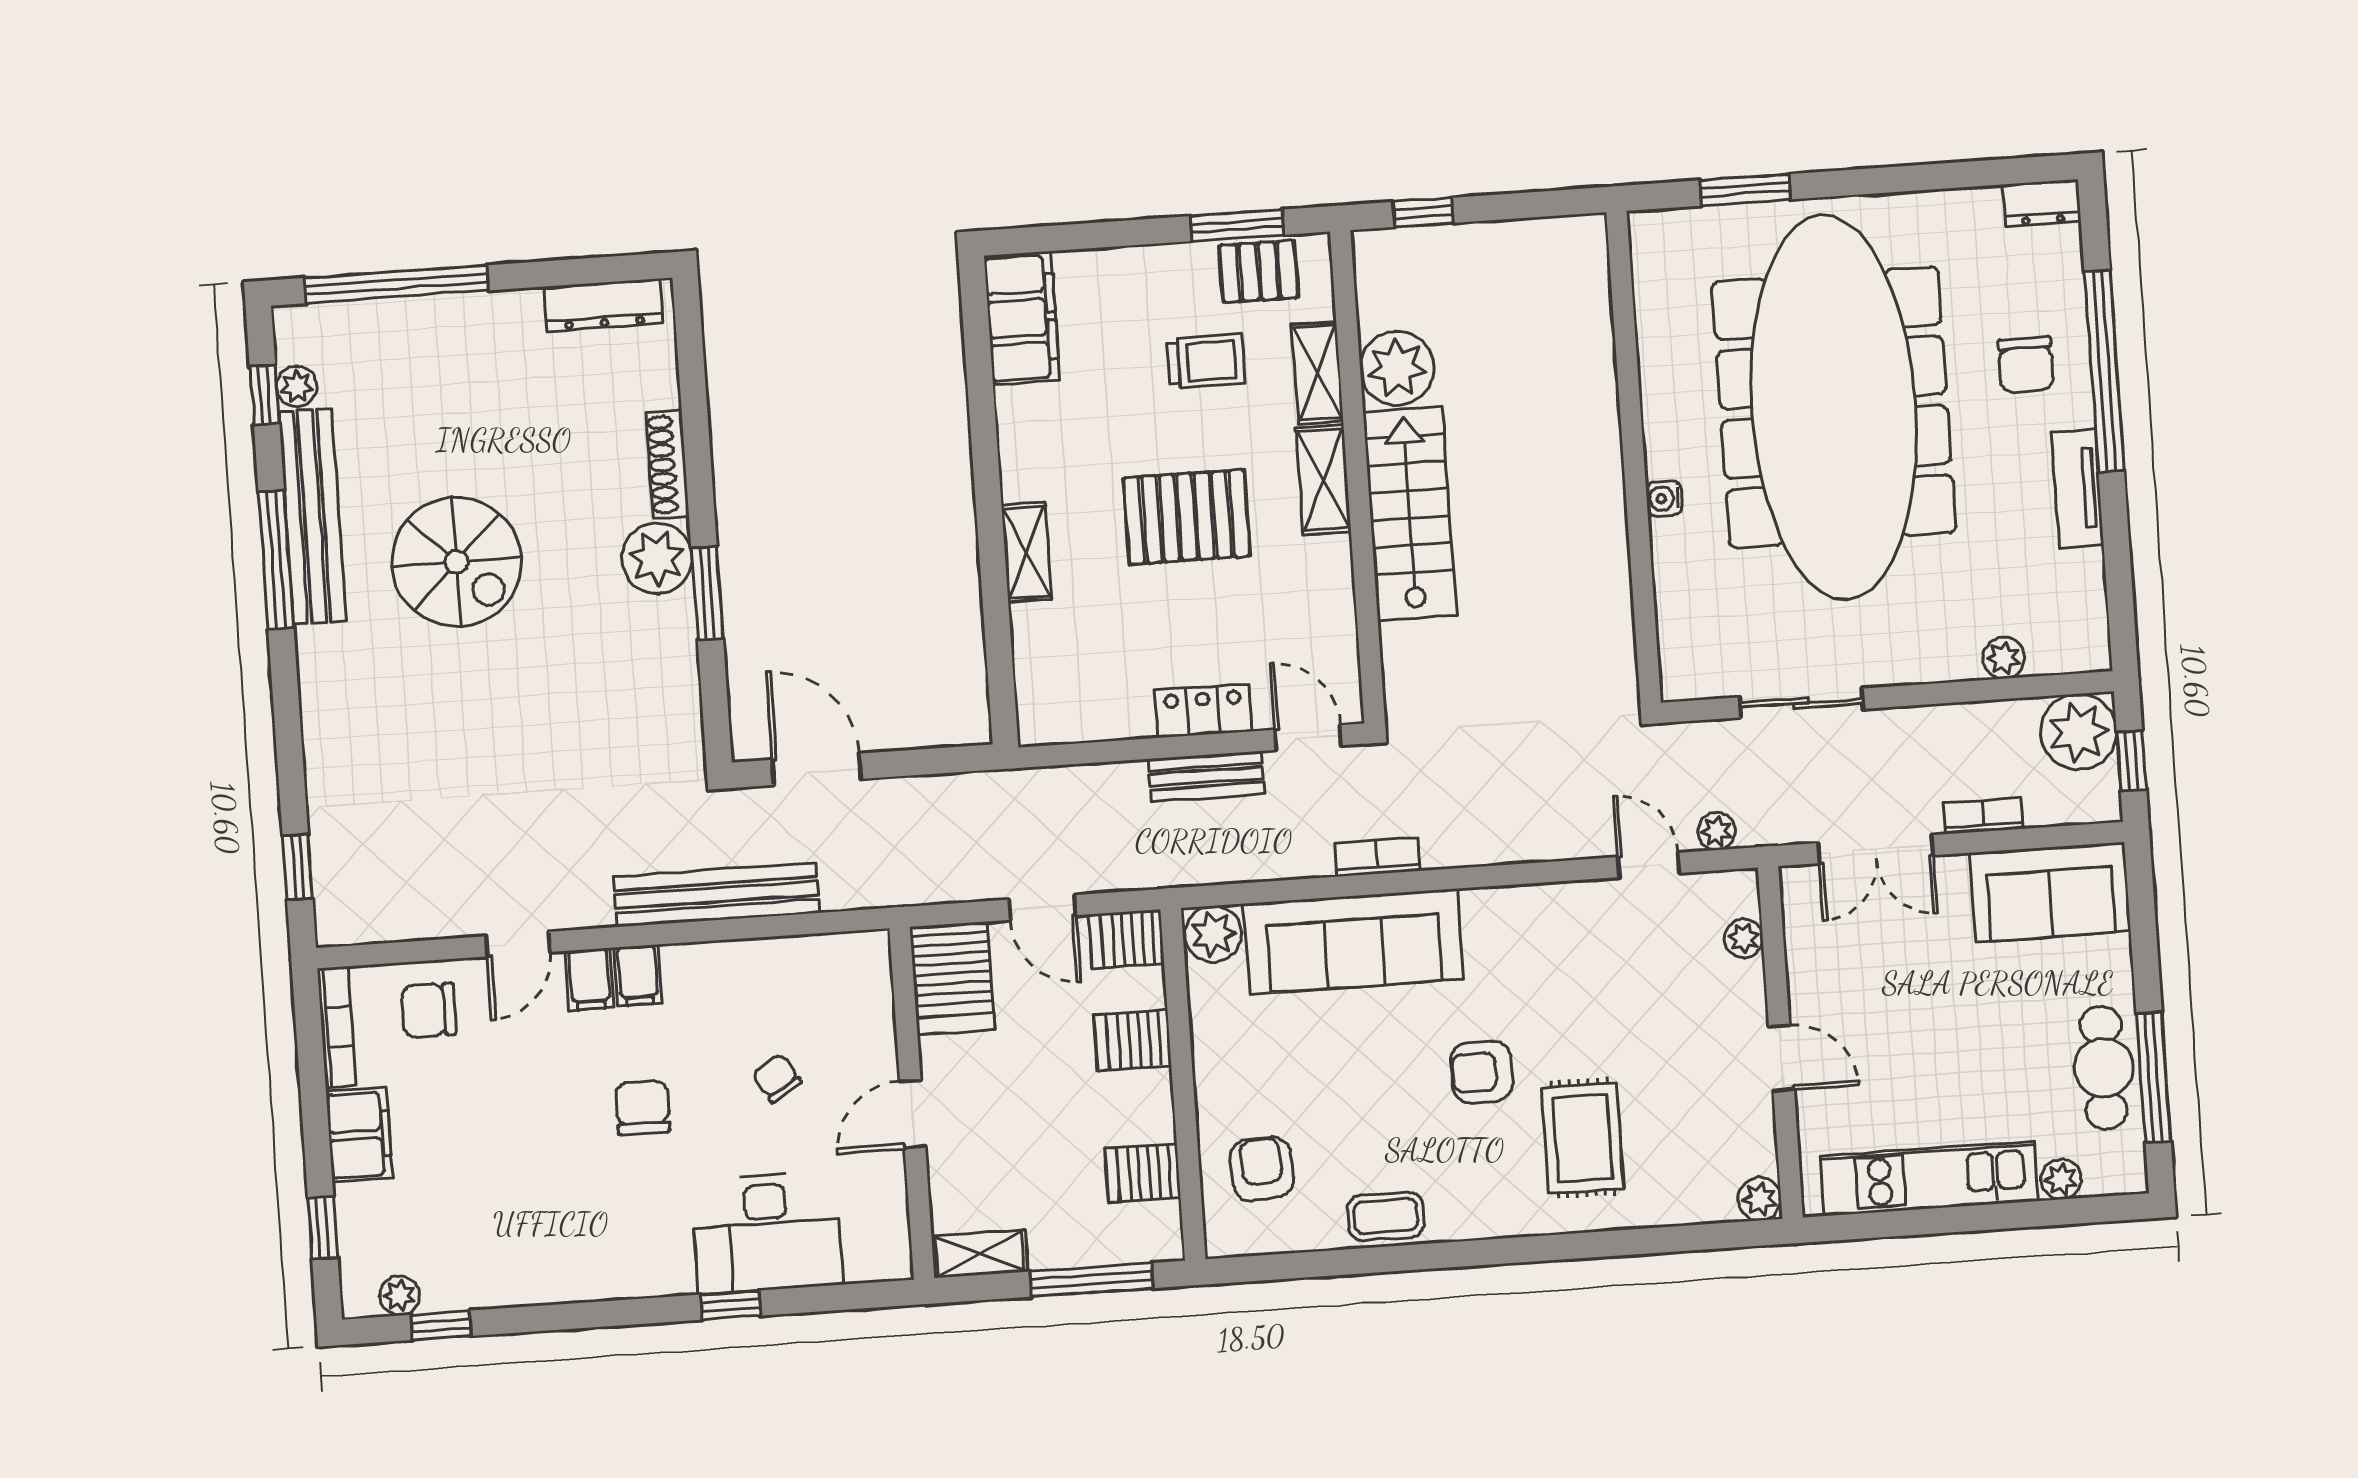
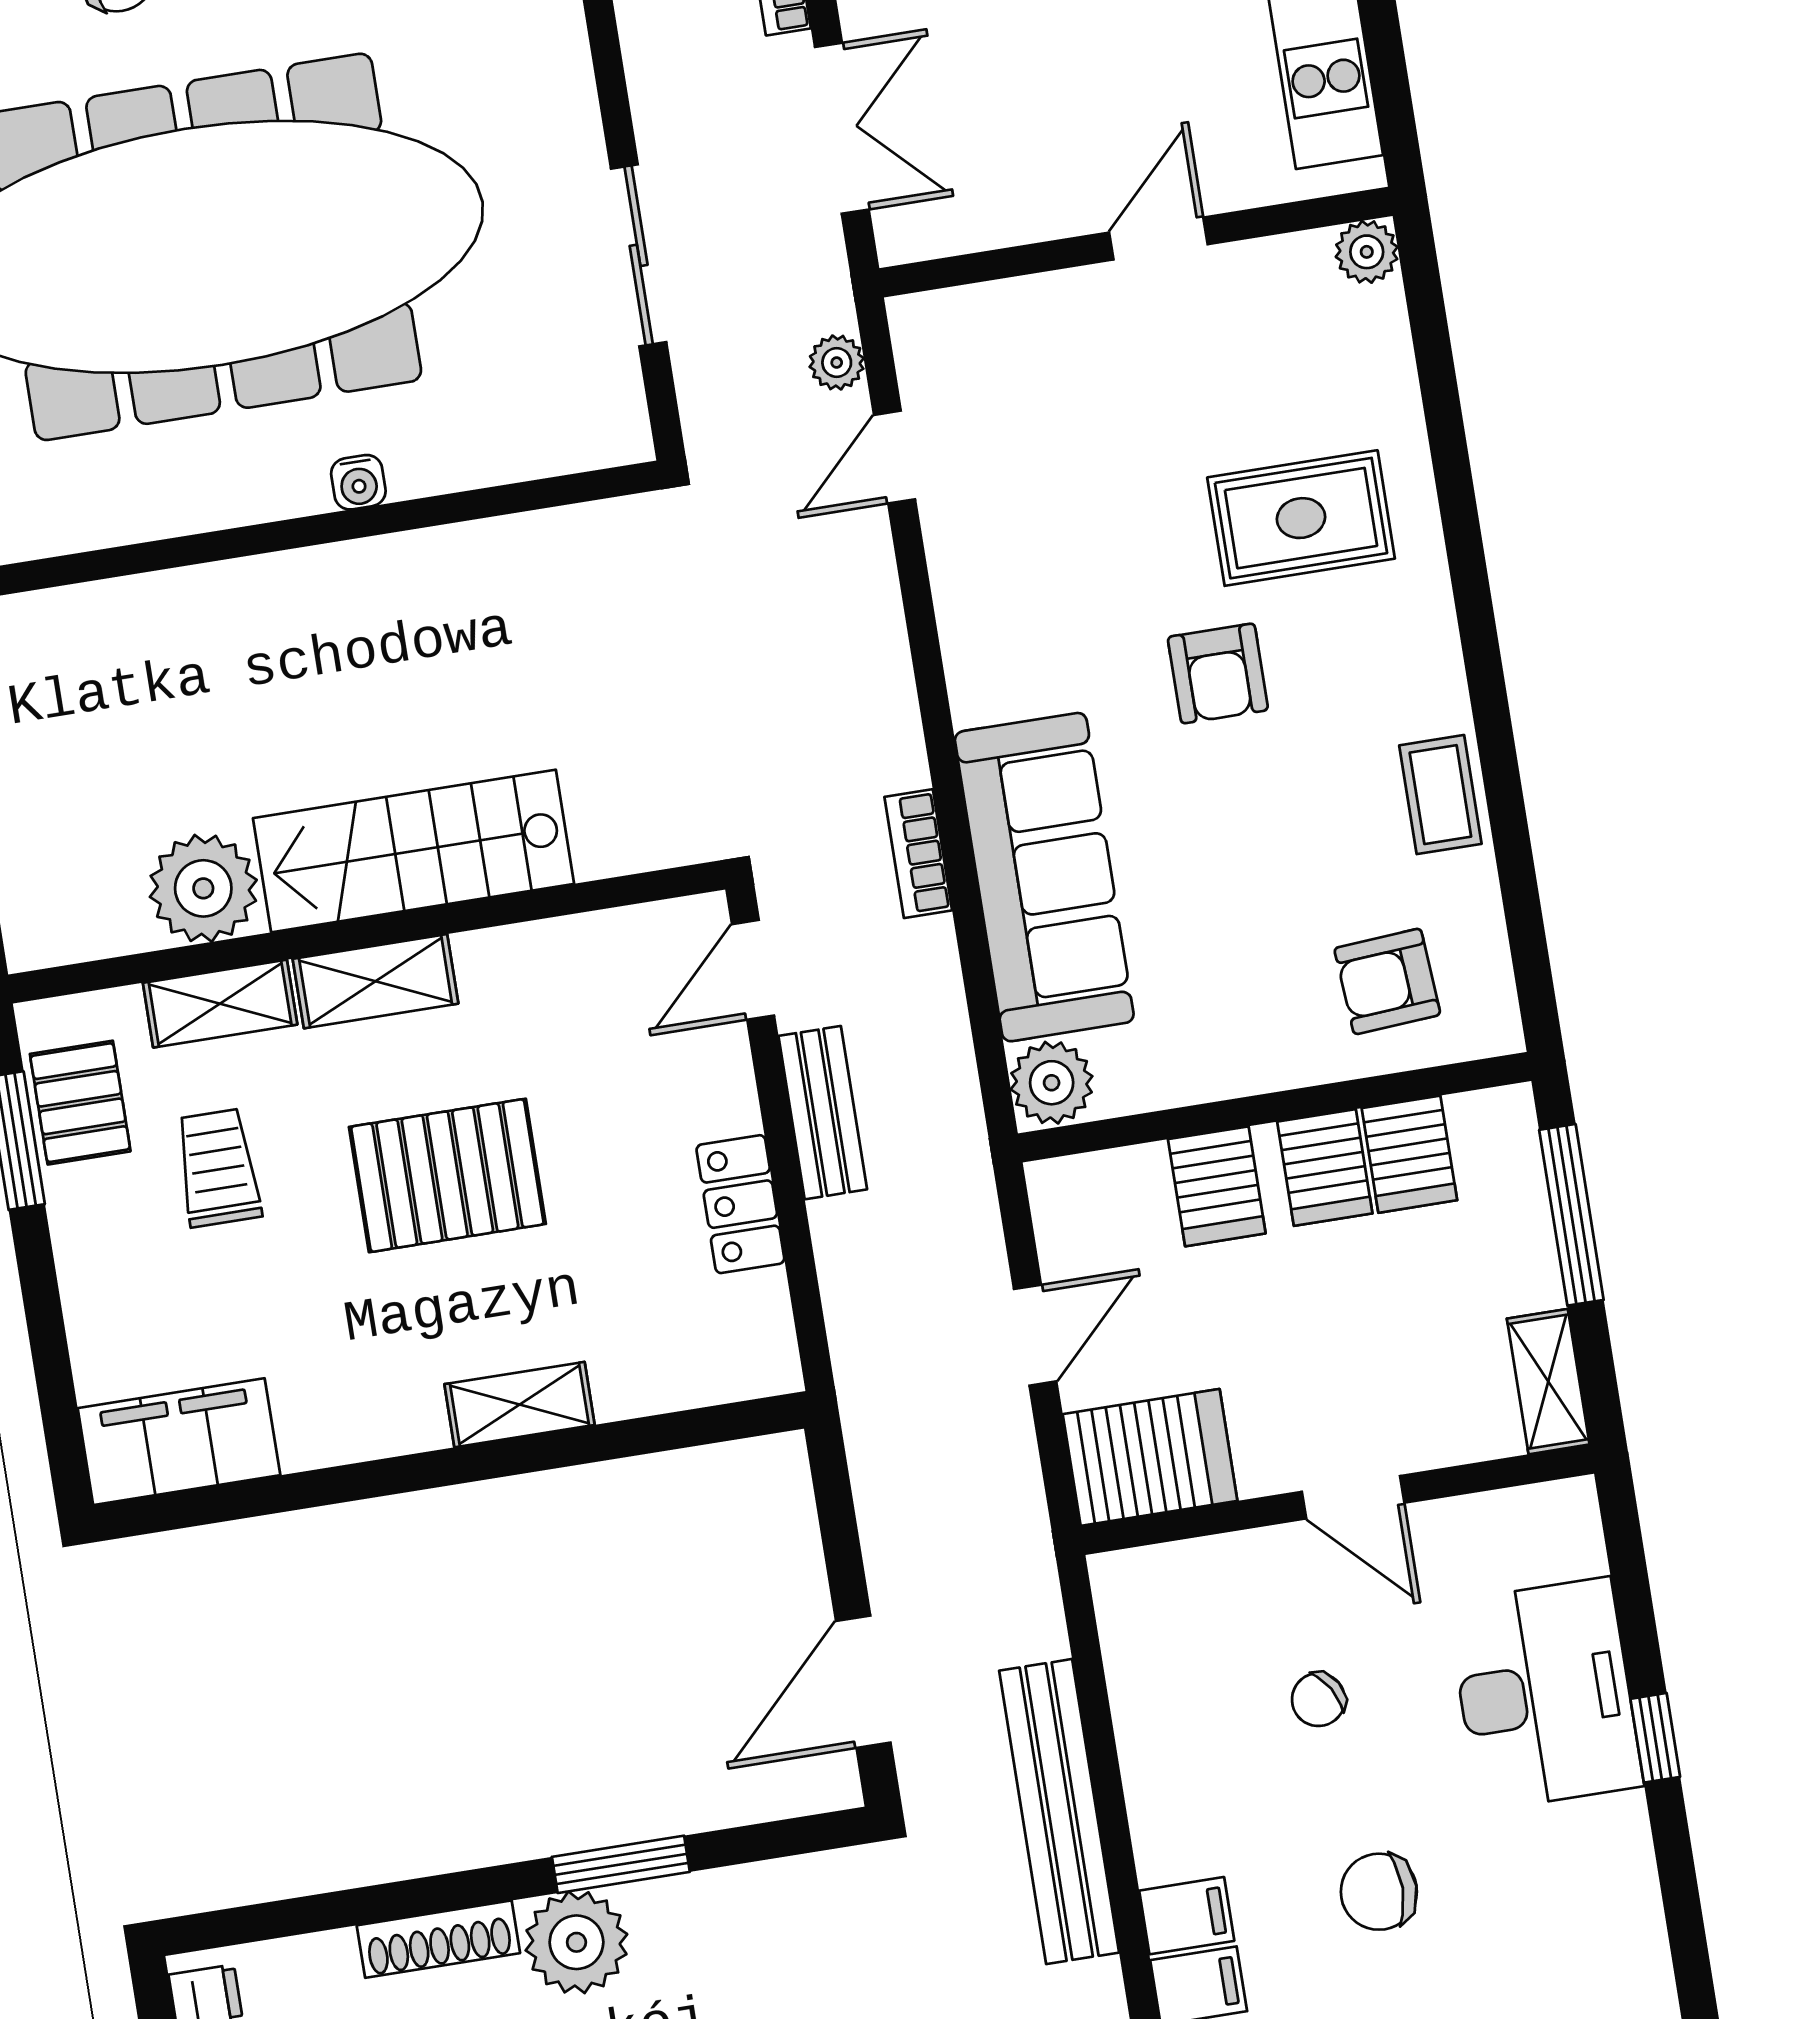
pallet: (1187, 517) -> (447, 1175), turned 90
locker: (1203, 711) -> (740, 1204), moved
plant: (1744, 938) -> (989, 309), removed
server rack: (1127, 939) -> (1325, 1168), moved

